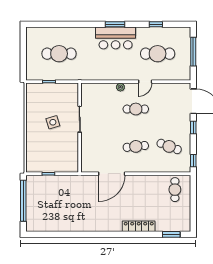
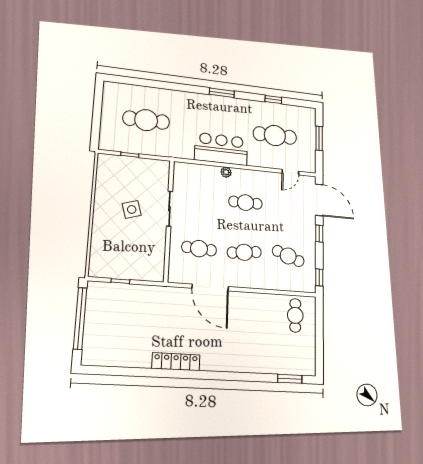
bar counter: (116, 38) -> (221, 149), moved, turned 180
window: (193, 52) -> (319, 138), width x0.69
door: (145, 82) -> (290, 172), moved
cafe table: (102, 146) -> (199, 249), added
door: (112, 174) -> (210, 287), hinge flipped
locker: (139, 226) -> (176, 362), moved

